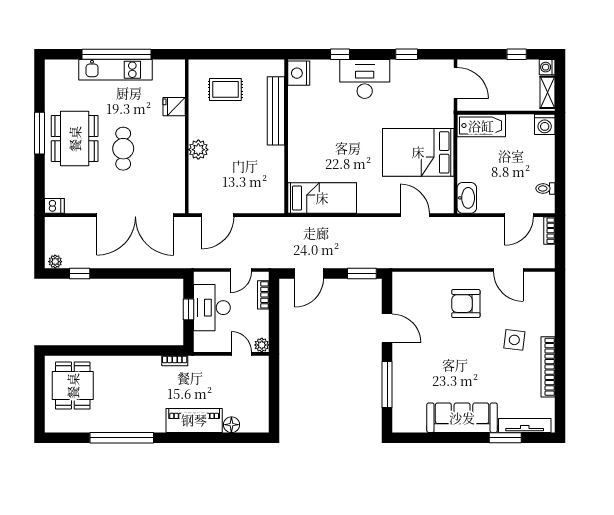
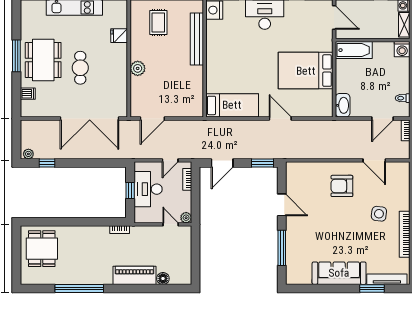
rug: (225, 89) -> (158, 23), turned 90
dishwasher: (54, 206) -> (28, 94), moved
door: (415, 215) -> (280, 119), moved

